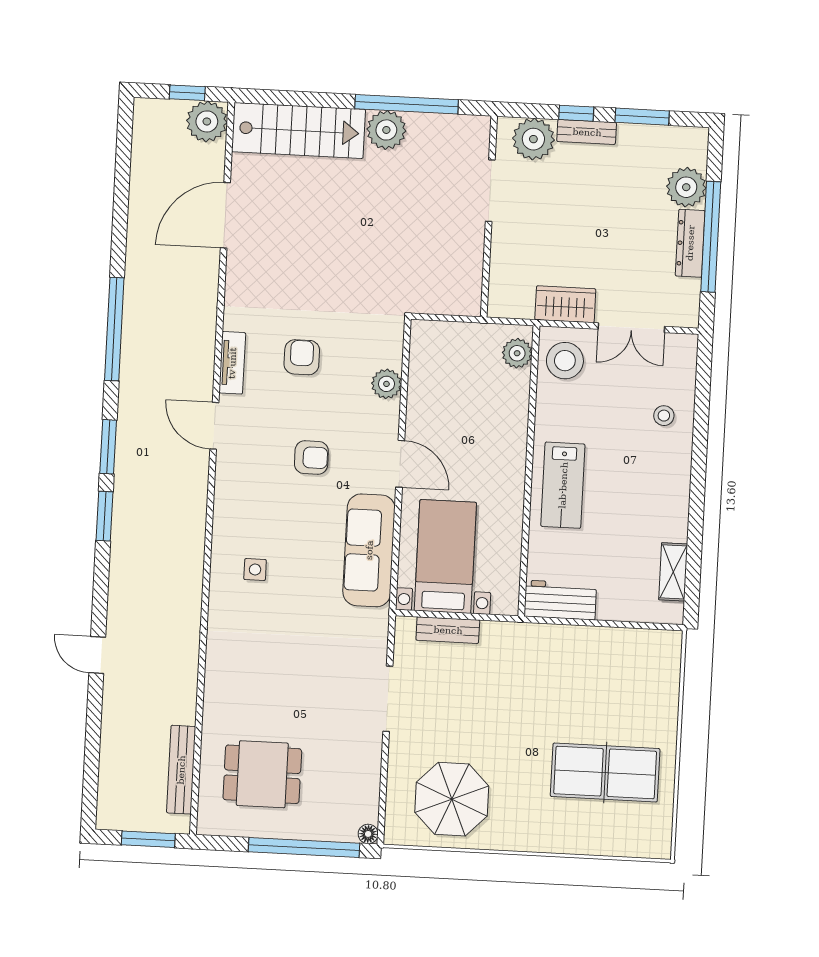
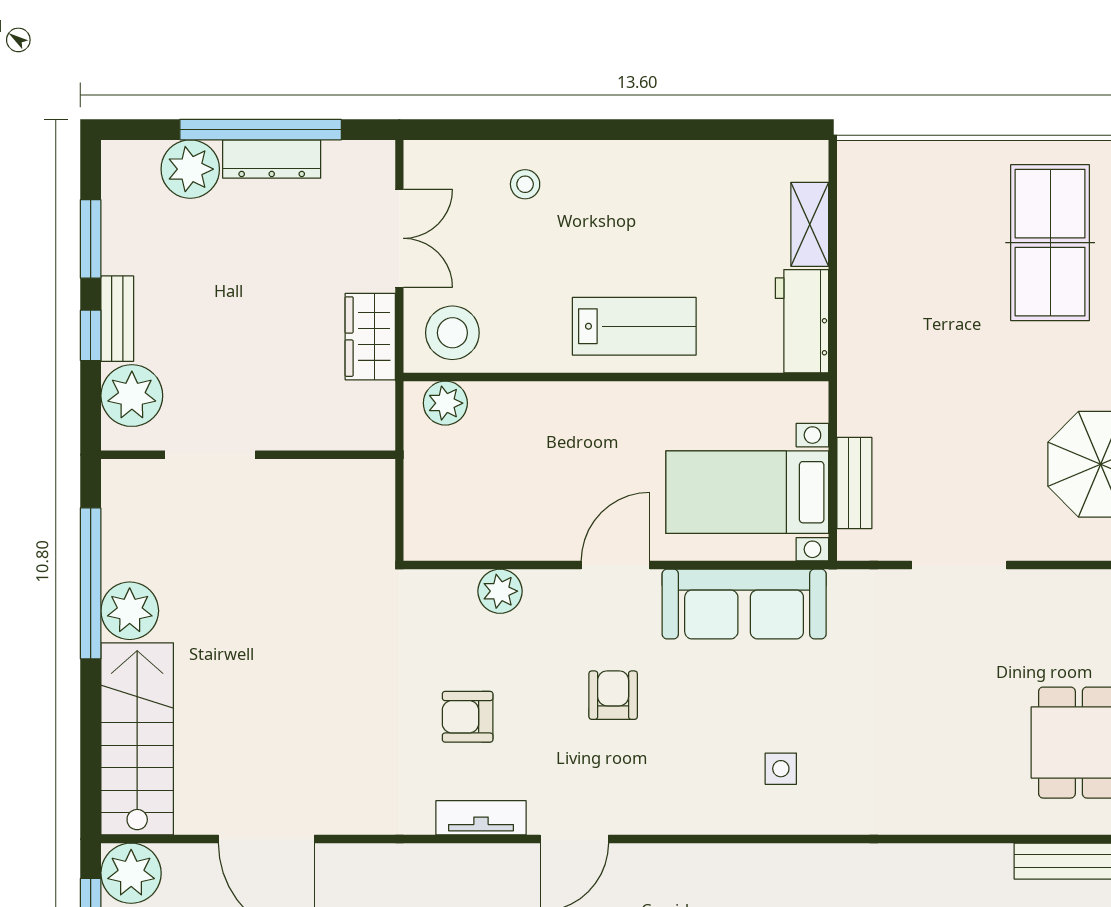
shelving: (673, 572) -> (810, 224), moved, turned 90

